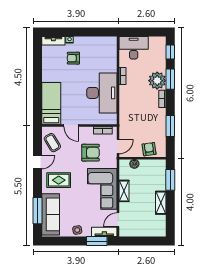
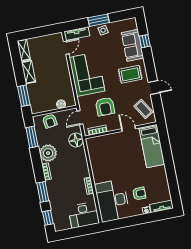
plant: (157, 81) -> (48, 153), moved
desk: (102, 93) -> (112, 201), moved
floor lamp: (126, 125) -> (76, 140), added
window: (170, 126) -> (32, 137), moved
armchair: (90, 153) -> (105, 107), turned -90
door: (37, 162) -> (154, 87), swing flipped
shelving: (124, 191) -> (24, 50), moved
window: (37, 211) -> (145, 41), width x0.46
sofa: (51, 214) -> (133, 45), width x0.73
window: (97, 241) -> (98, 20), moved

